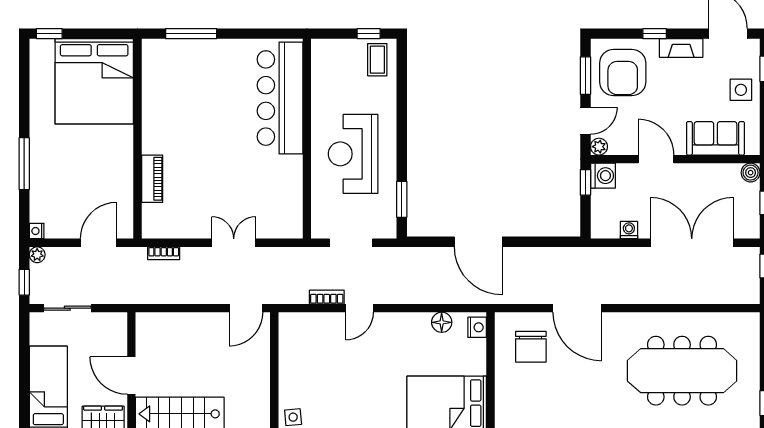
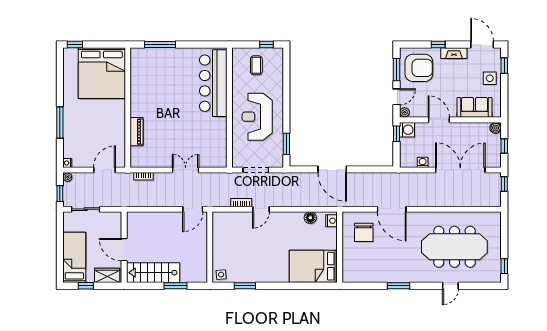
coffee table: (377, 60) -> (256, 65), moved
armchair: (623, 73) -> (419, 68), turned -90

